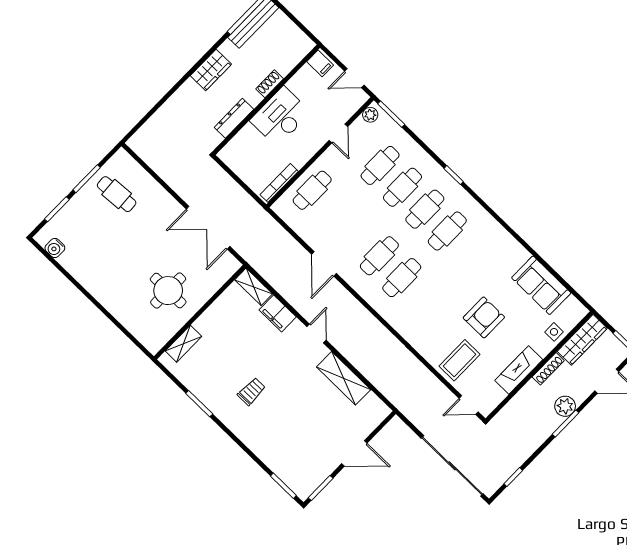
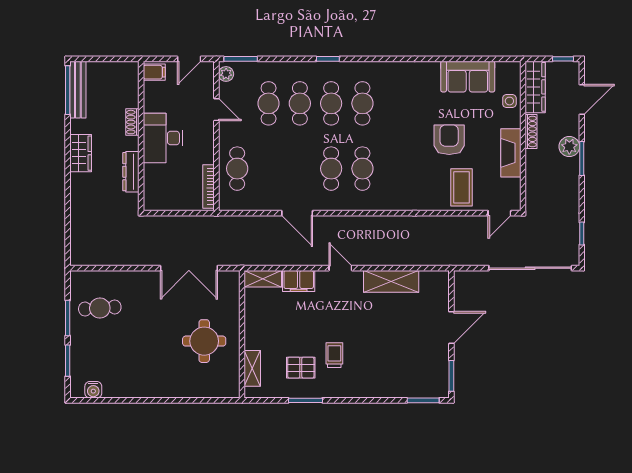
pallet: (219, 377) -> (301, 368), added

